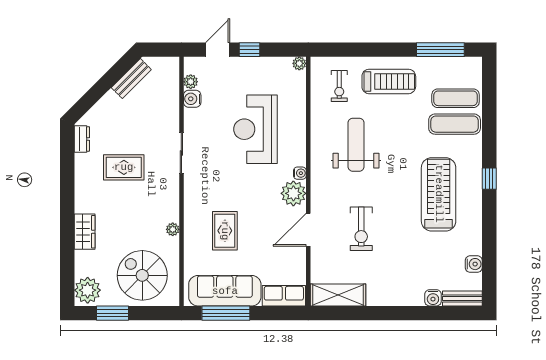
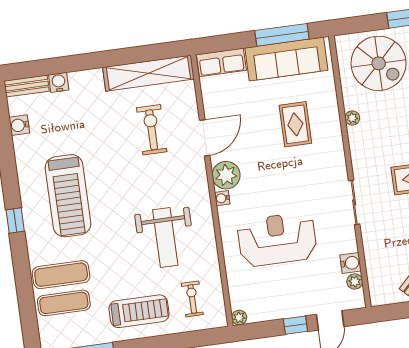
treadmill: (389, 81) -> (139, 311), turned 180
reception desk: (256, 129) -> (277, 239), turned -90
exercise bike: (361, 229) -> (152, 130), moved
shelving: (338, 295) -> (148, 73), width x1.47

